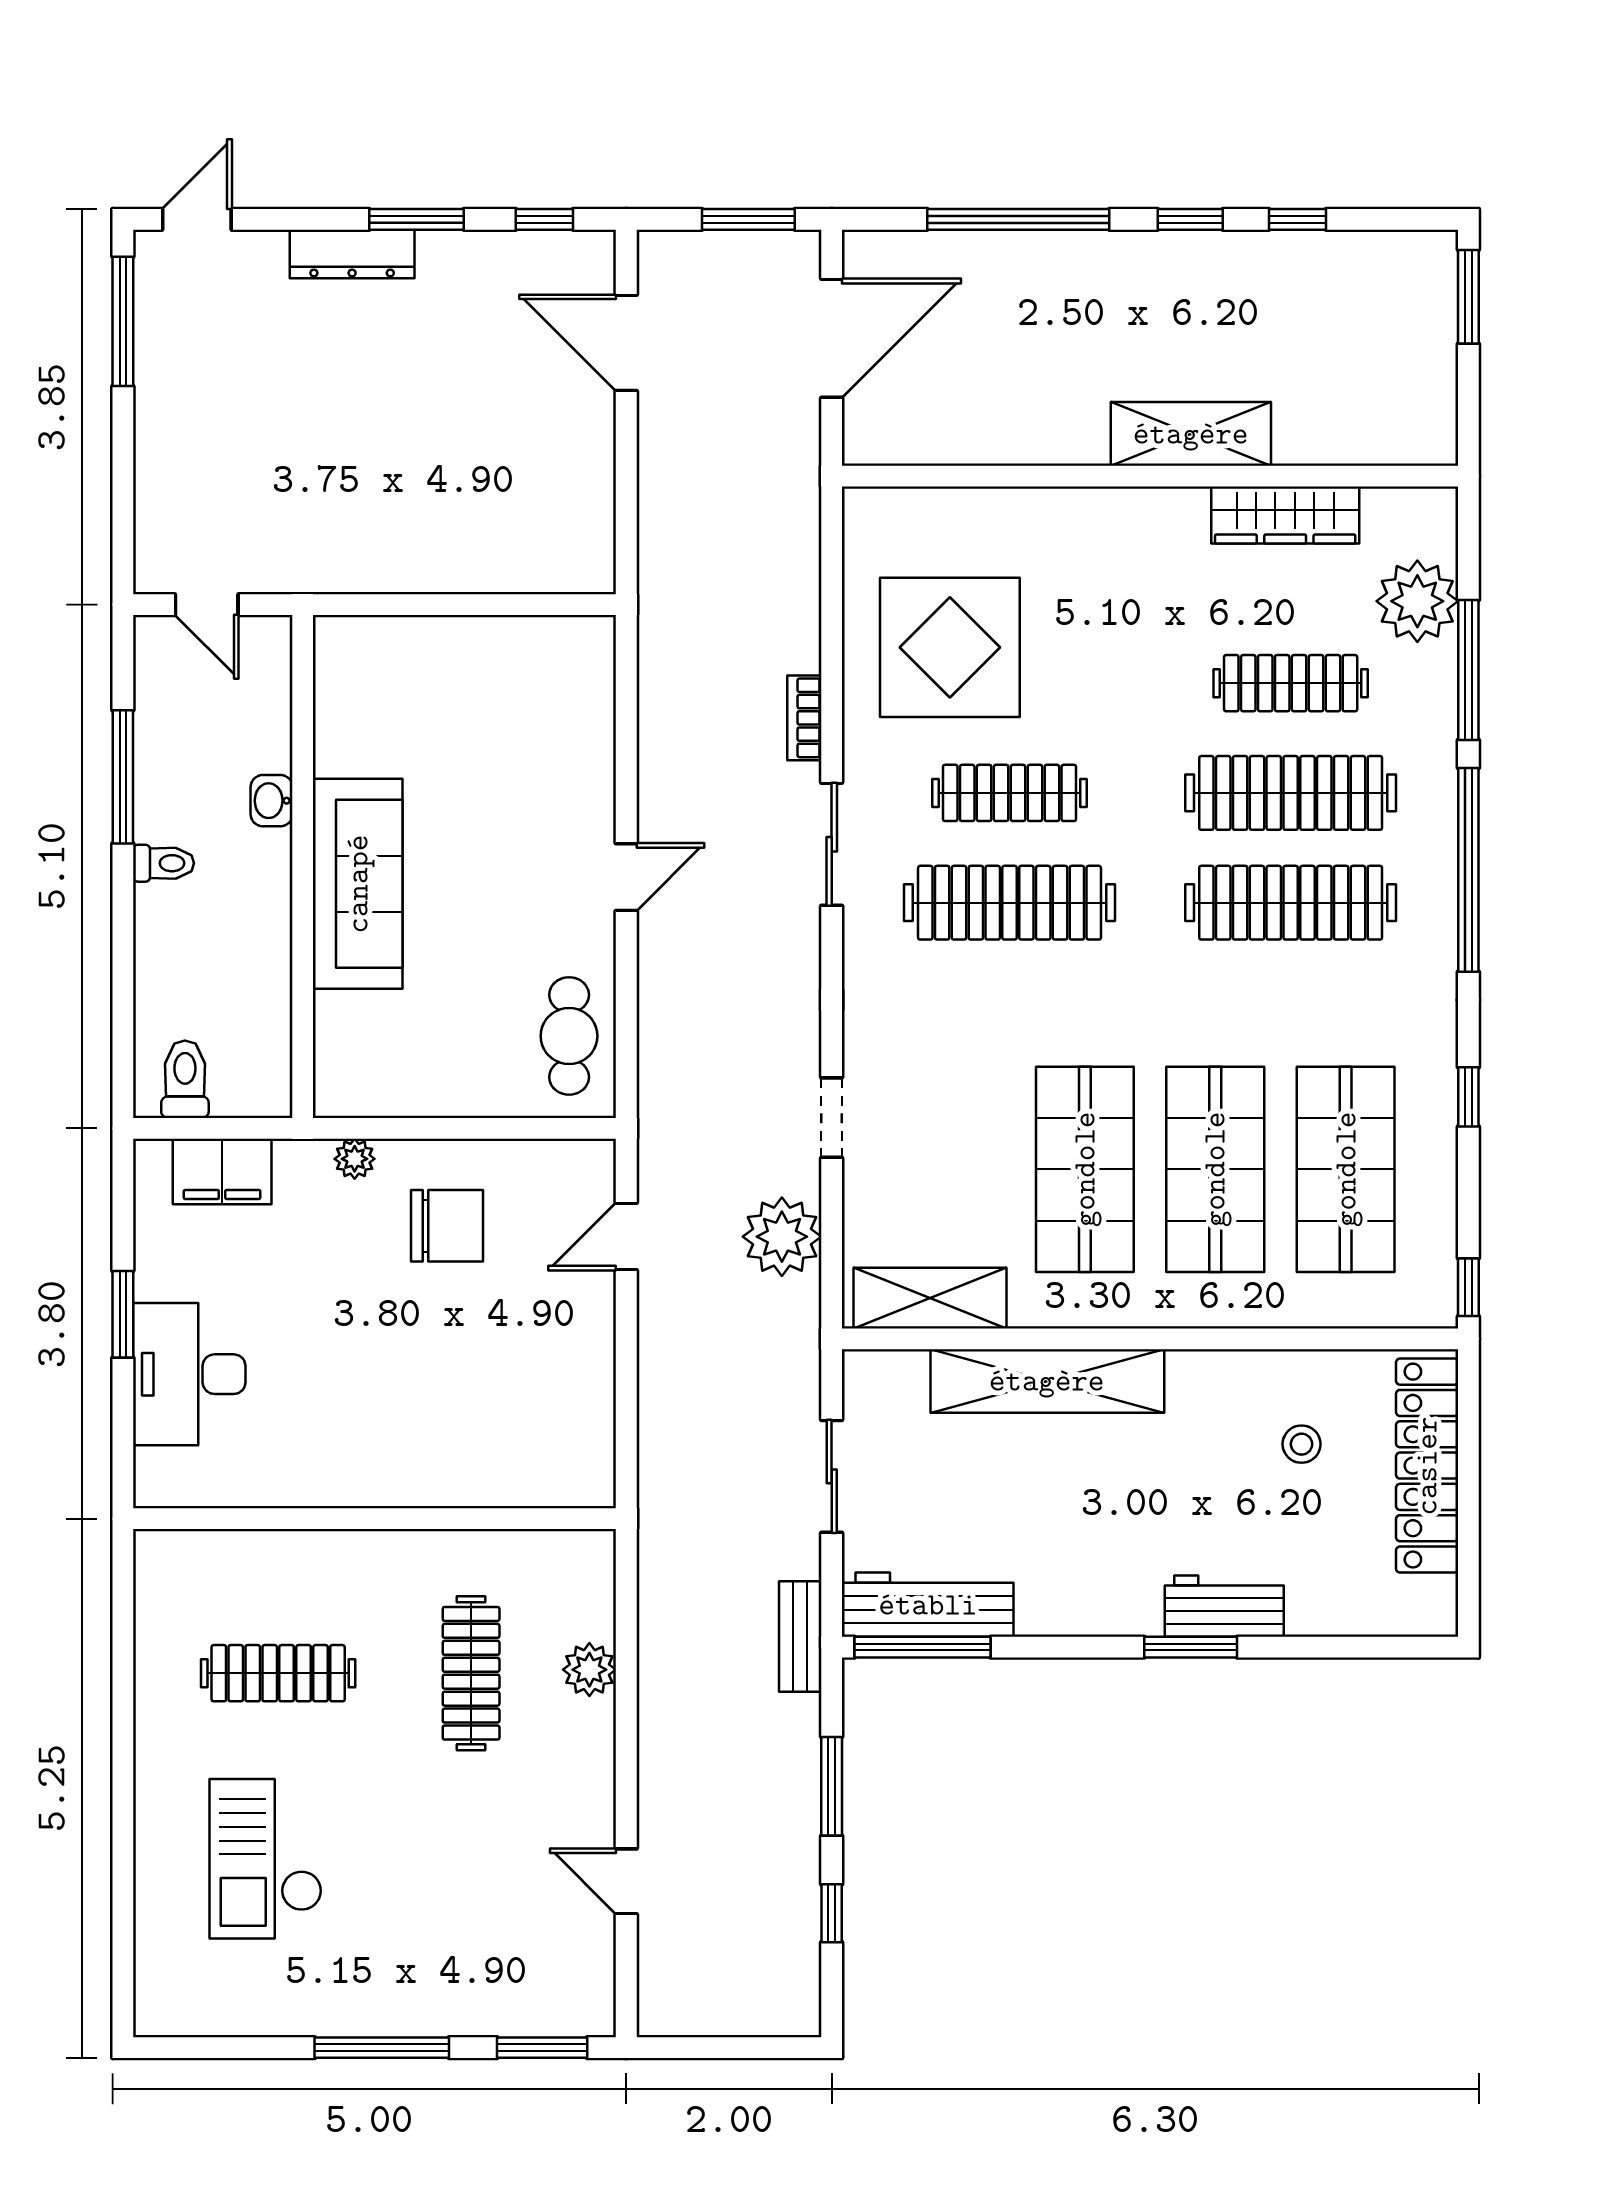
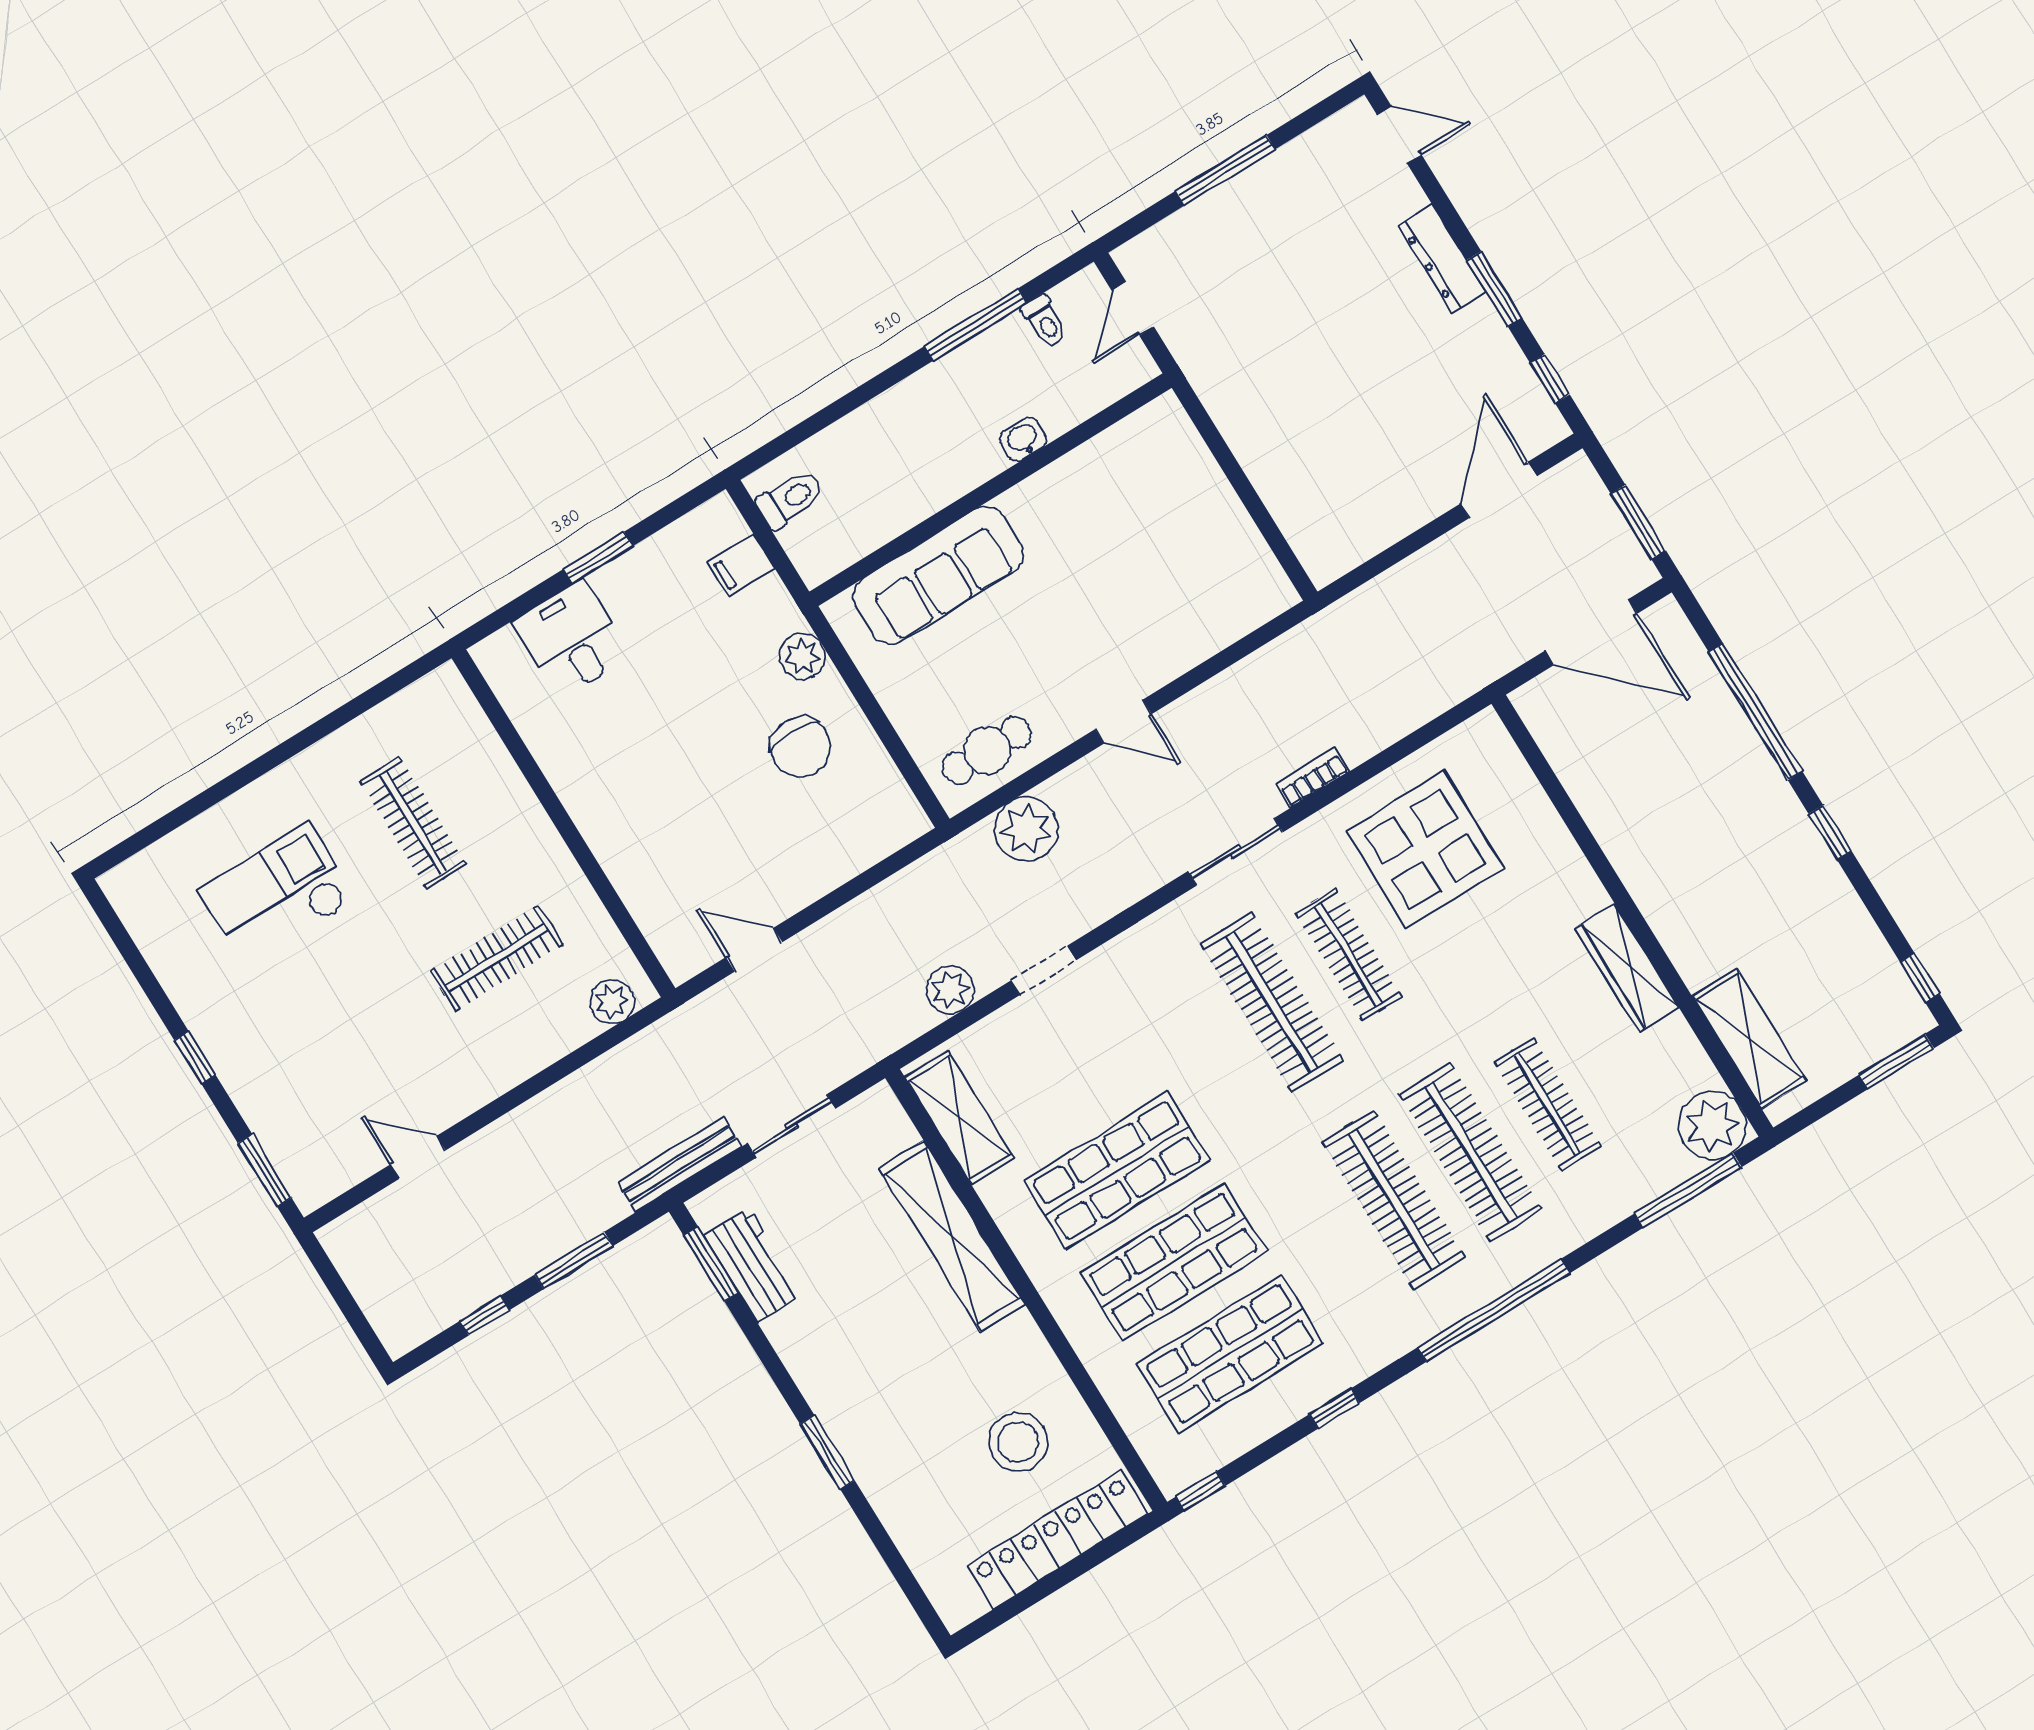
window: (1298, 219) -> (1920, 978), moved
window: (123, 321) -> (1225, 170), moved
shelving: (1191, 434) -> (1749, 1039), moved
wardrobe: (1285, 515) -> (1627, 968), moved
plant: (1417, 601) -> (1712, 1126), moved
window: (1468, 670) -> (1688, 1190), moved
toilet: (164, 863) -> (1045, 321), moved
sofa: (358, 884) -> (938, 575), moved
plant: (675, 1046) -> (1026, 829), added
plant: (355, 1159) -> (802, 656), width x1.38, depth x1.38
filing cabinet: (222, 1171) -> (741, 565), width x0.50
door: (626, 1237) -> (754, 950), moved
plant: (782, 1237) -> (950, 990), width x0.73, depth x0.73
desk: (189, 1374) -> (571, 639), width x0.73
stool: (1302, 1444) -> (1018, 1442), width x1.89, depth x1.89
workbench: (928, 1605) -> (753, 1265), width x0.73
workbench: (1224, 1606) -> (871, 1458), removed
bench: (800, 1636) -> (680, 1165), width x1.36
window: (923, 1647) -> (711, 1264), width x0.69
plant: (589, 1670) -> (612, 1002), moved
door: (626, 1881) -> (418, 1157), hinge flipped
window: (382, 2048) -> (195, 1058), width x0.46

